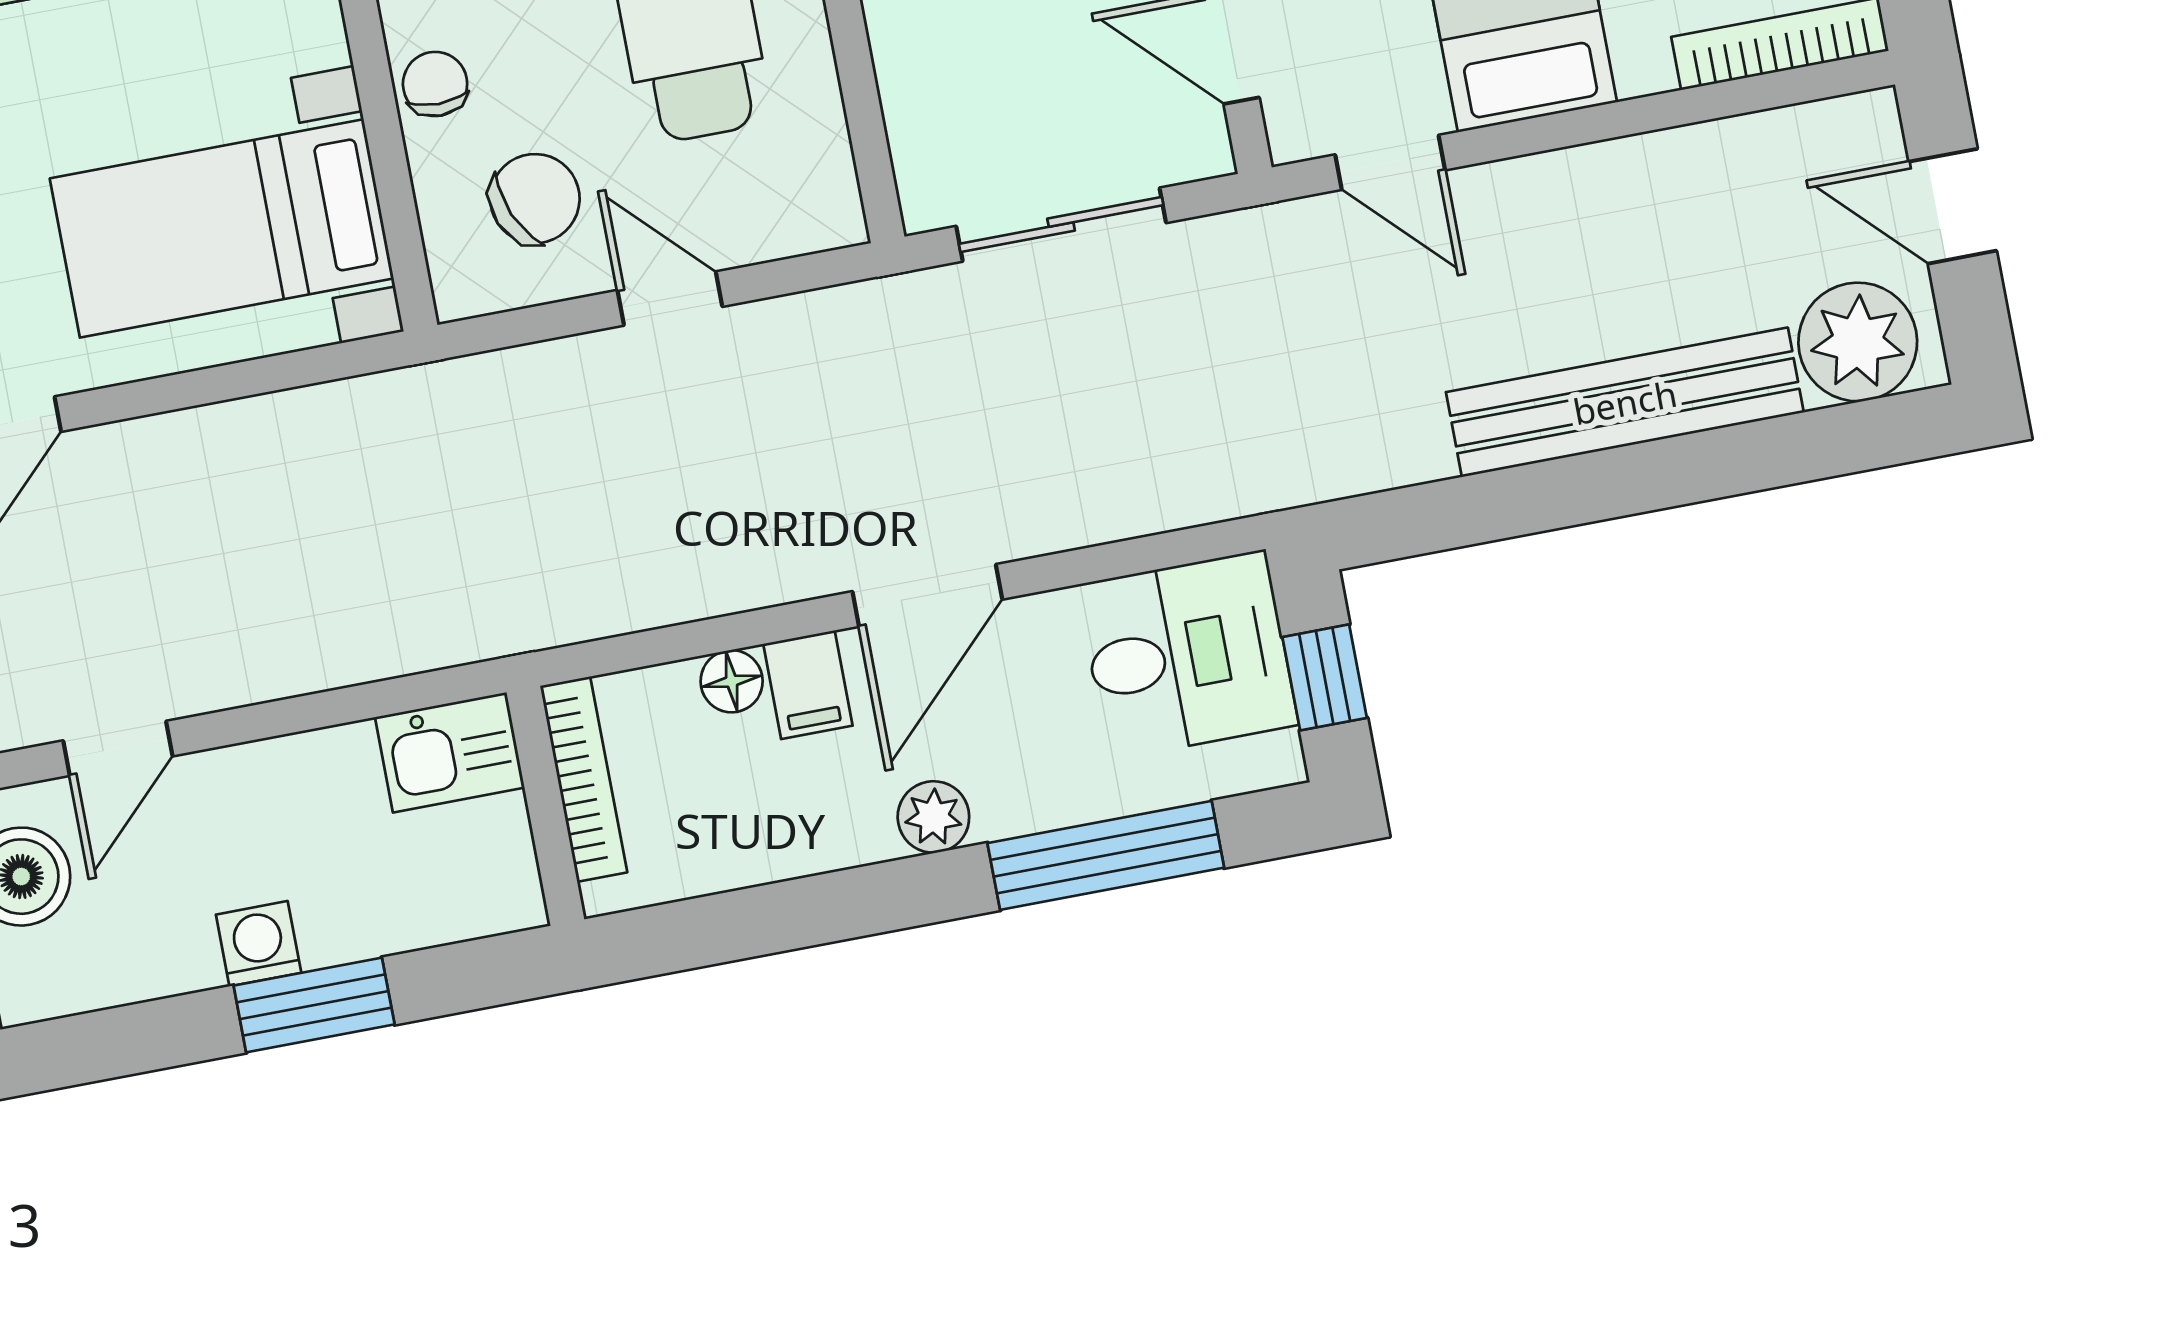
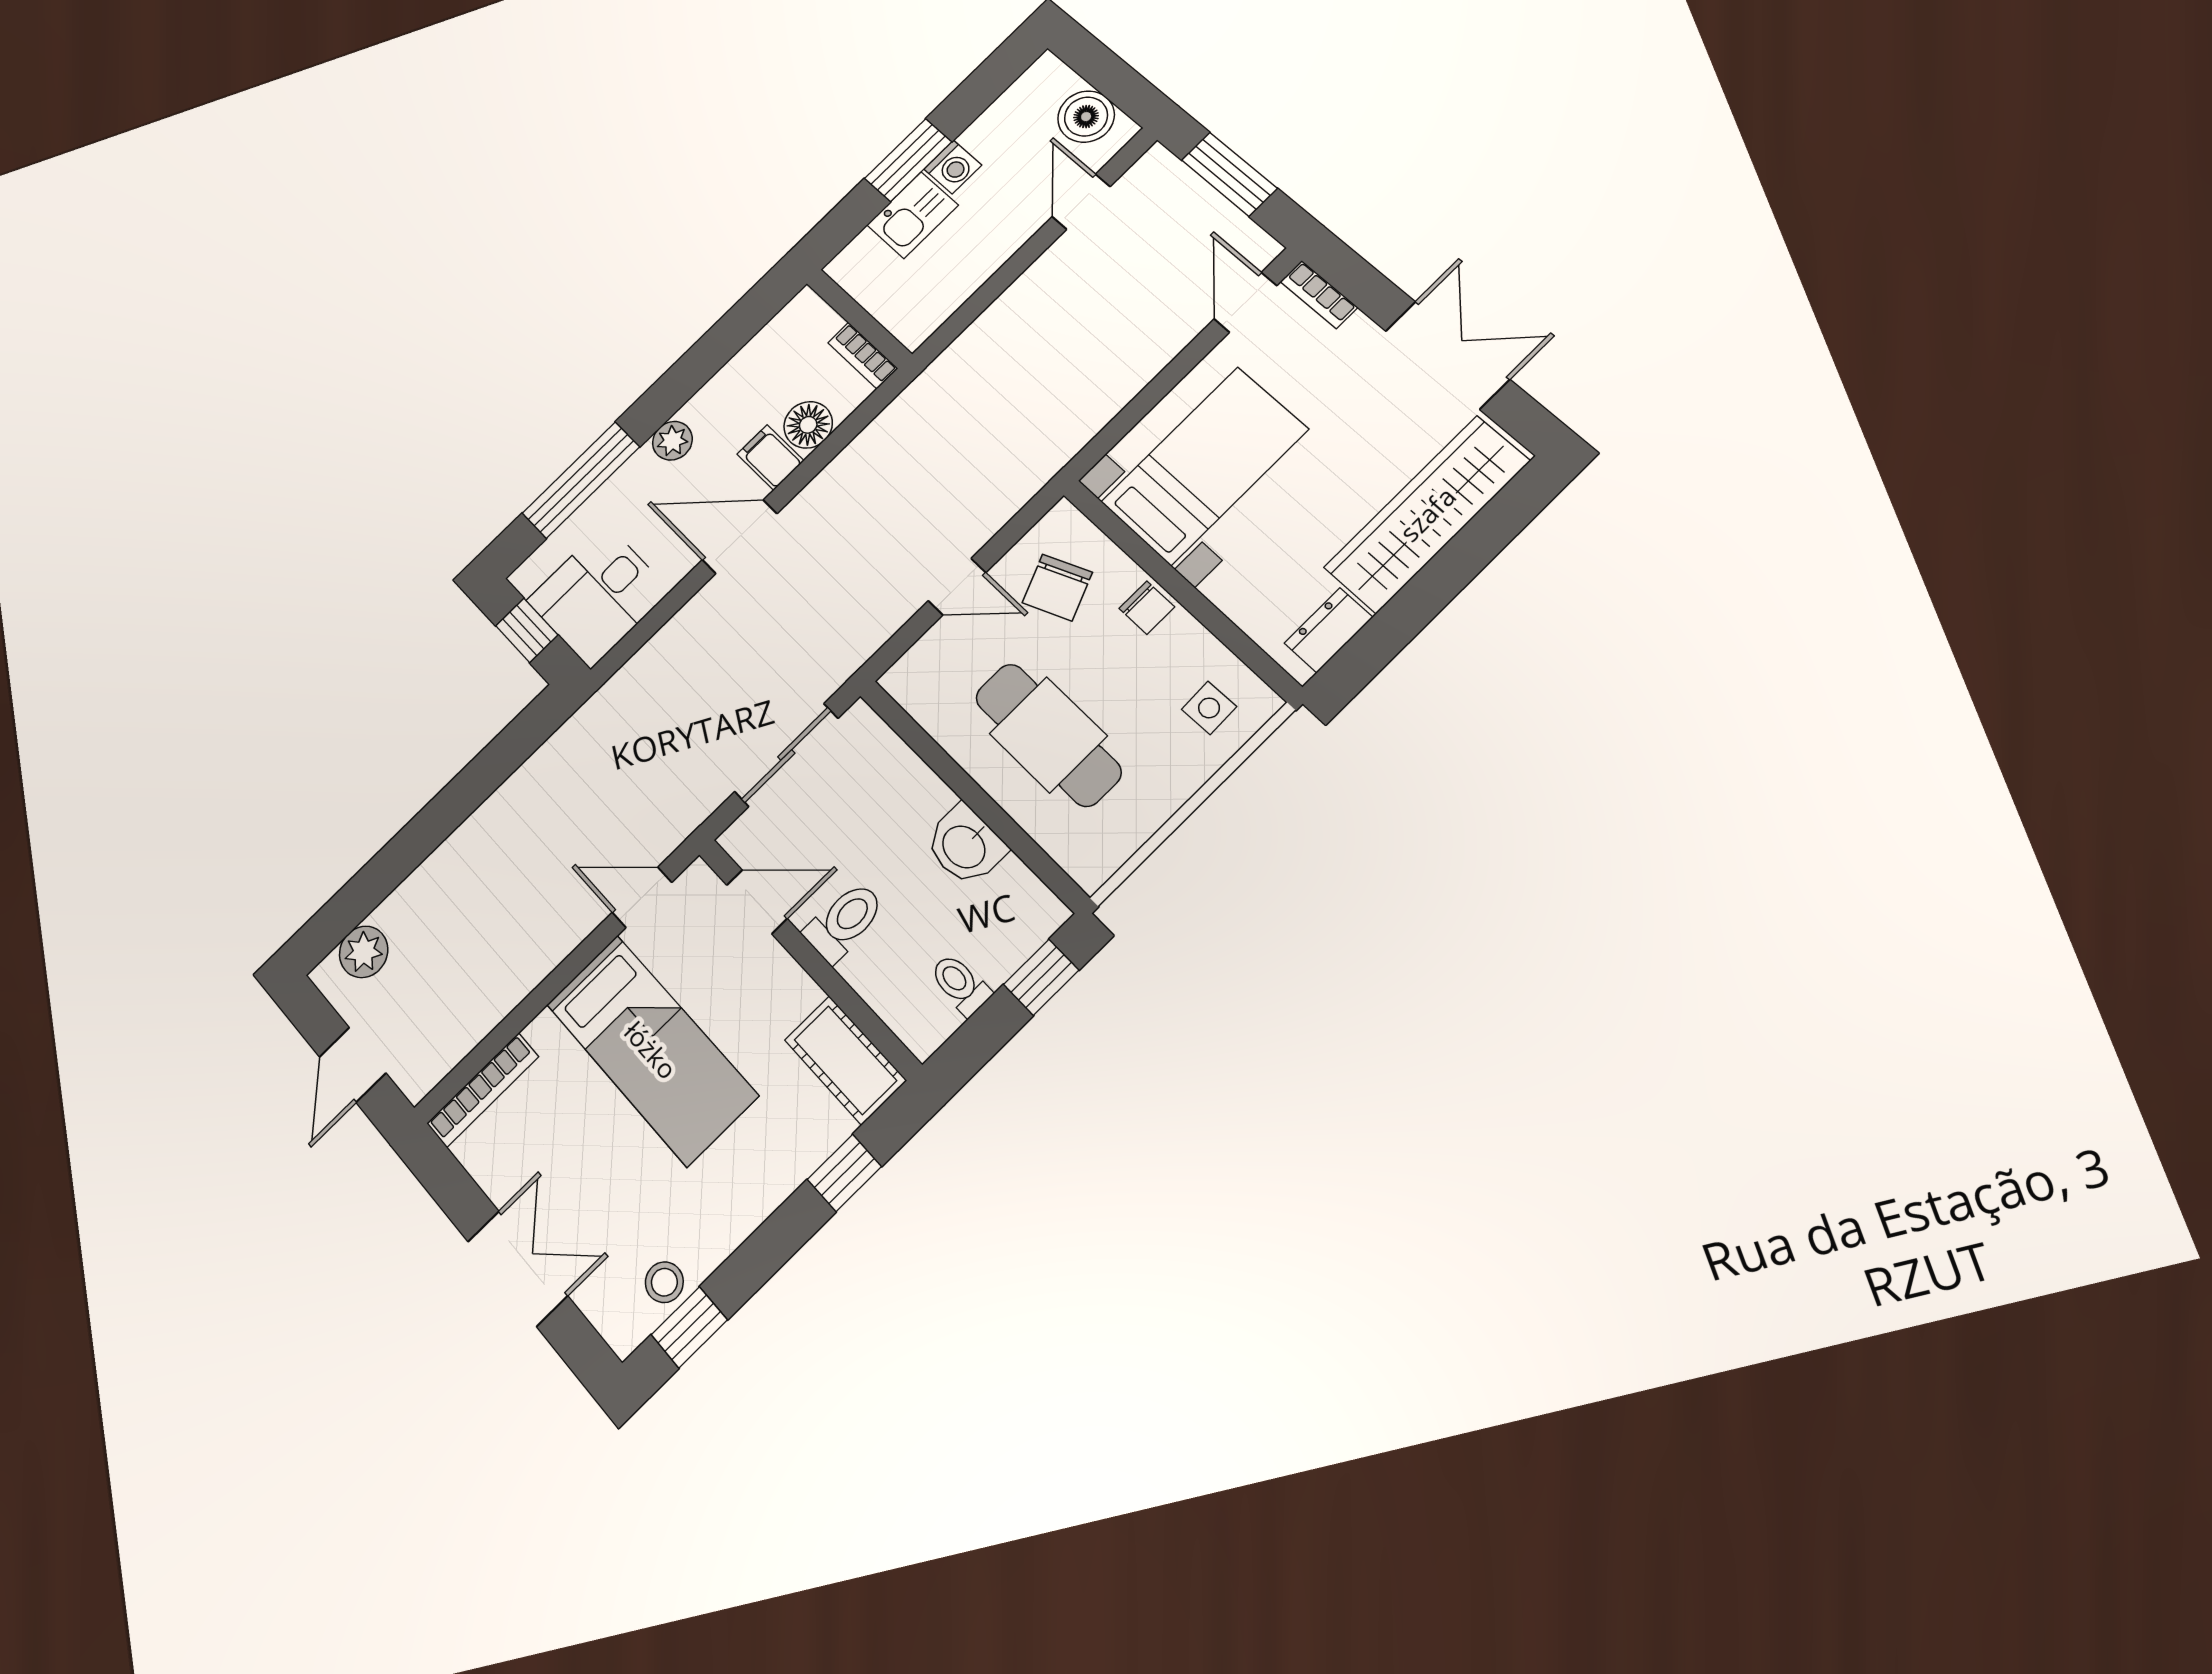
door: (1953, 206) -> (353, 1065), swing flipped
plant: (1858, 342) -> (364, 952), width x0.73, depth x0.73
bench: (1625, 402) -> (459, 858), removed
door: (927, 595) -> (740, 537), hinge flipped
floor lamp: (732, 681) -> (808, 425), width x1.37, depth x1.37
kitchen sink: (450, 752) -> (913, 215), moved, turned 180
bookcase: (584, 779) -> (863, 355), width x0.64

